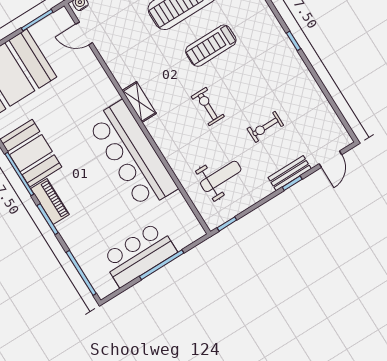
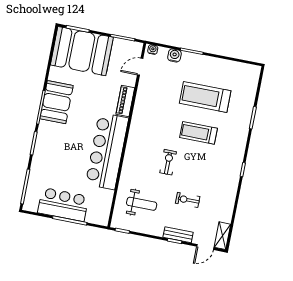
door: (84, 33) -> (140, 67), hinge flipped
shelving: (139, 102) -> (222, 236), moved
piano: (50, 201) -> (125, 101), moved, turned 180

